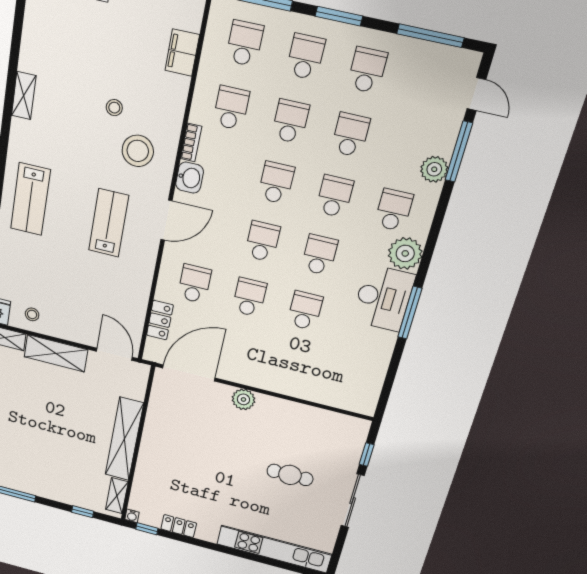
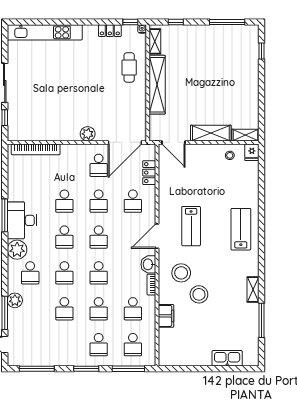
window: (16, 39) -> (262, 320), added
filing cabinet: (182, 53) -> (166, 316), moved
school desk: (367, 70) -> (99, 165), moved
stool: (114, 108) -> (199, 294), width x1.89, depth x1.89
bookcase: (331, 398) -> (36, 149), added
cafe table: (290, 475) -> (129, 67), moved, turned 90

